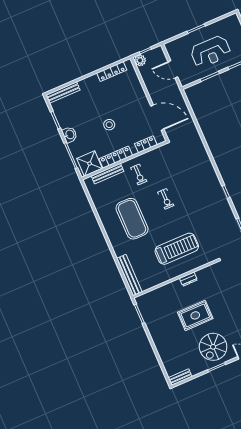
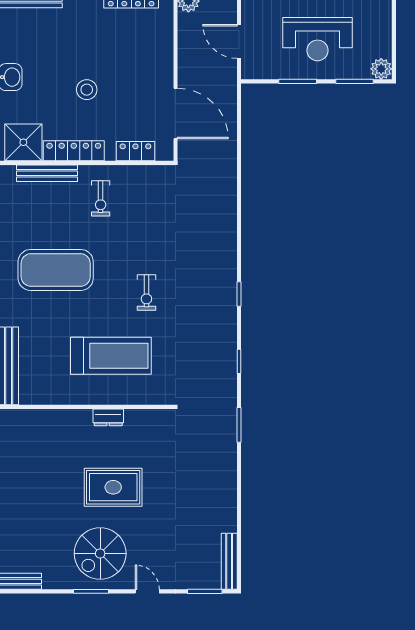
exercise bike: (166, 199) -> (146, 292), moved
exercise mat: (132, 219) -> (56, 270), turned 90
rug: (195, 315) -> (113, 487), moved

